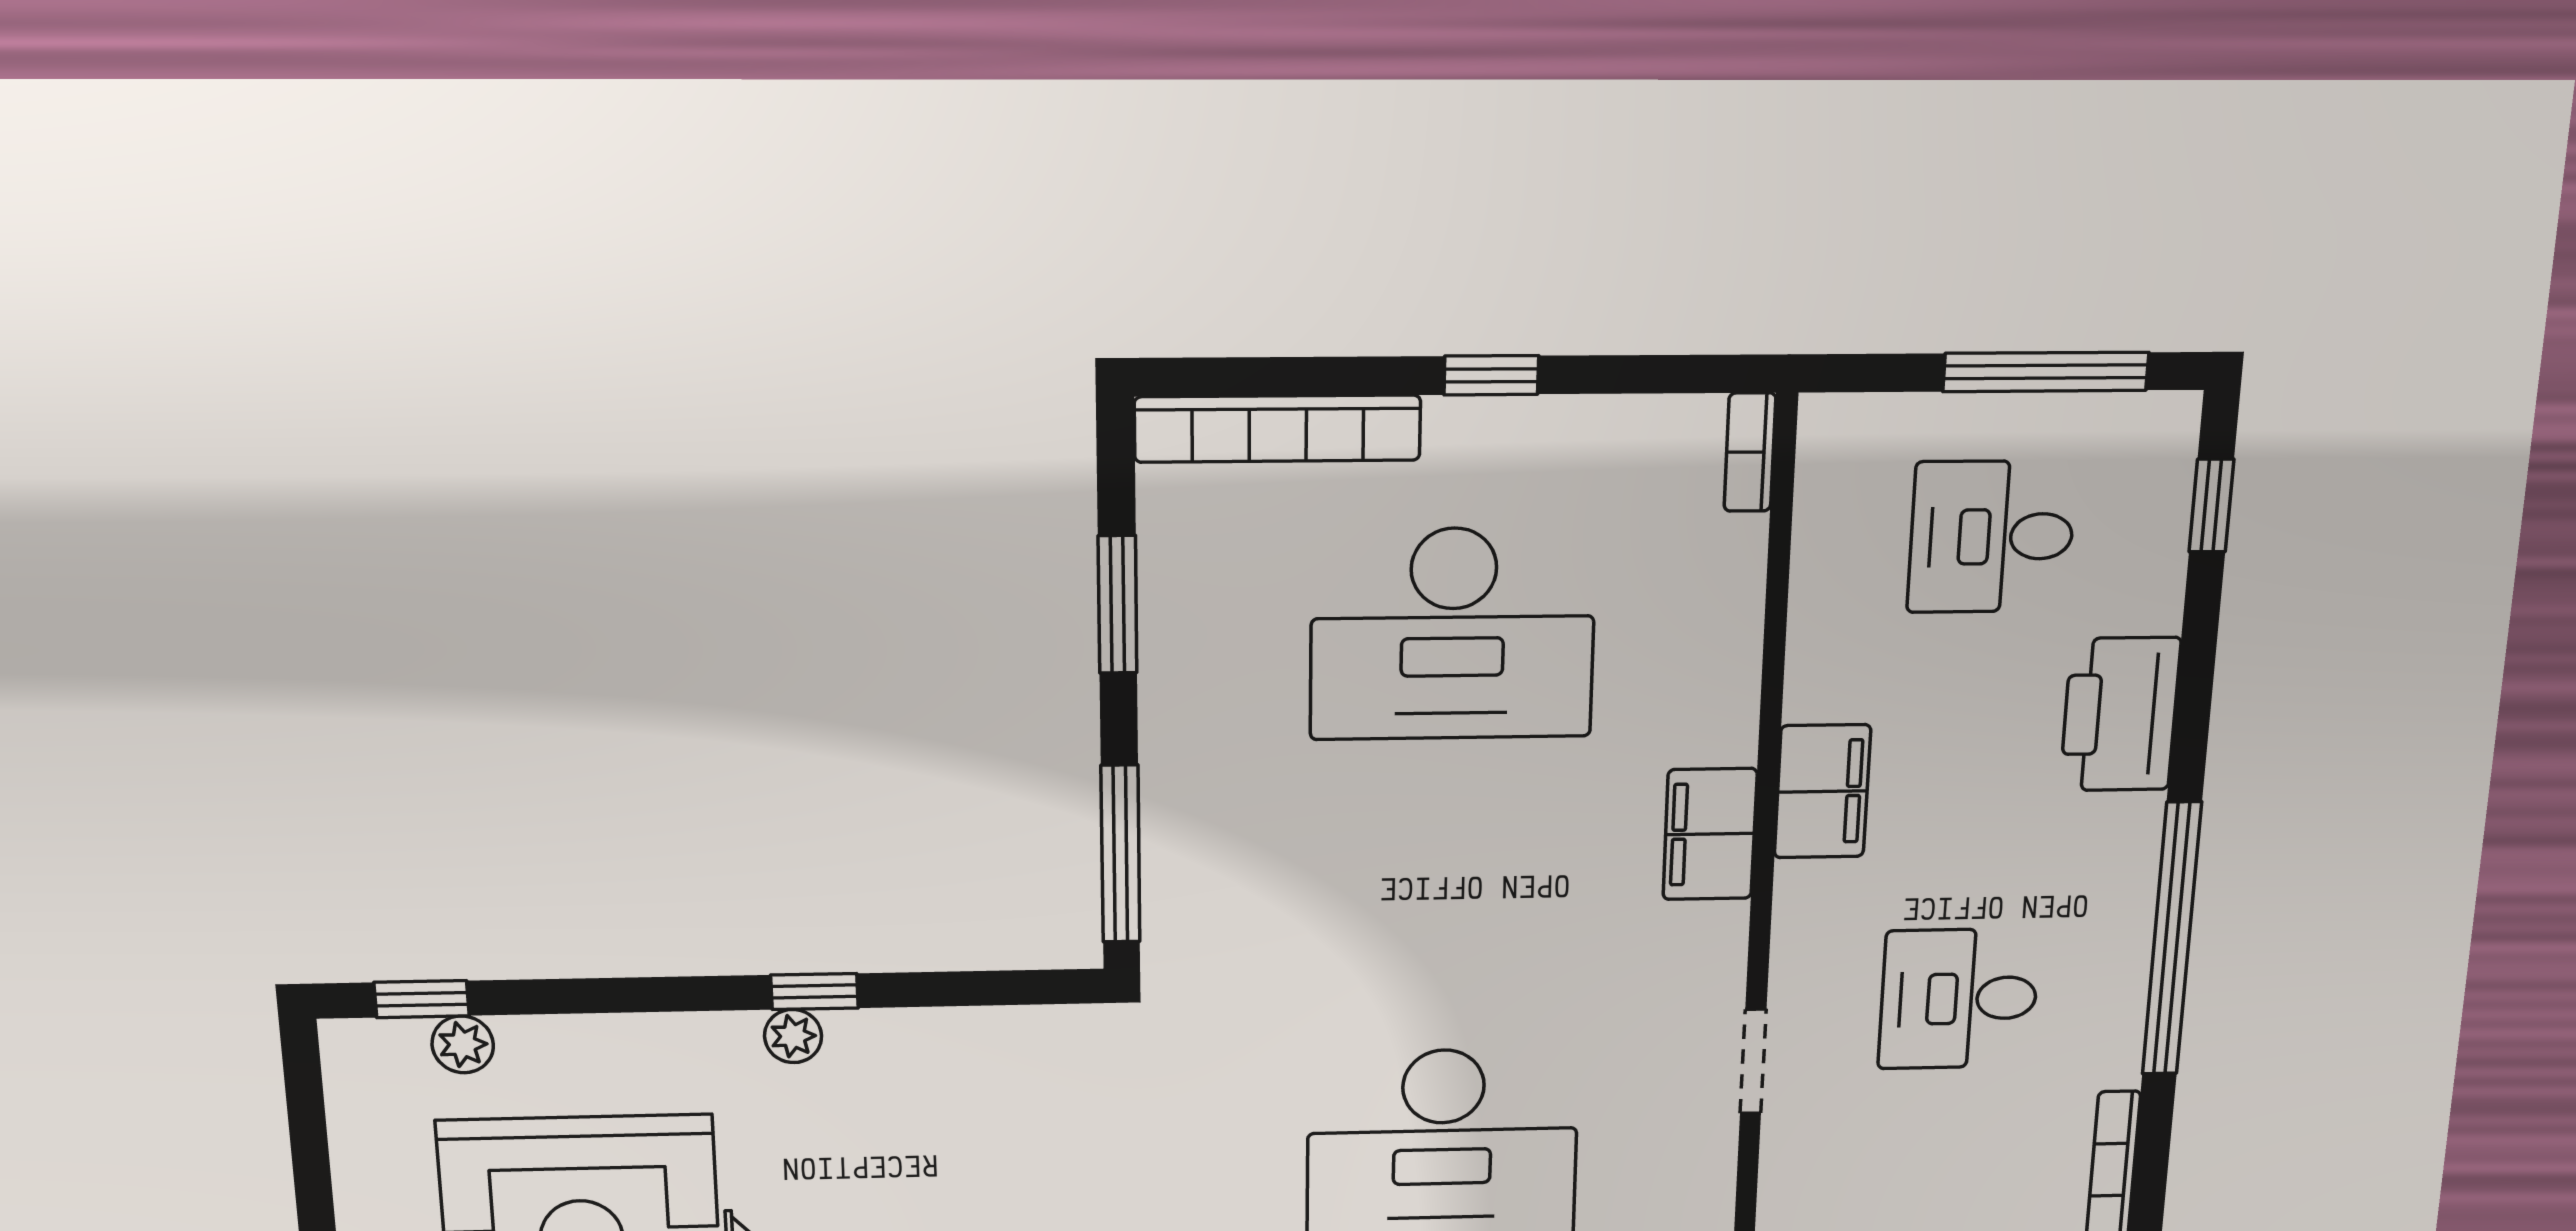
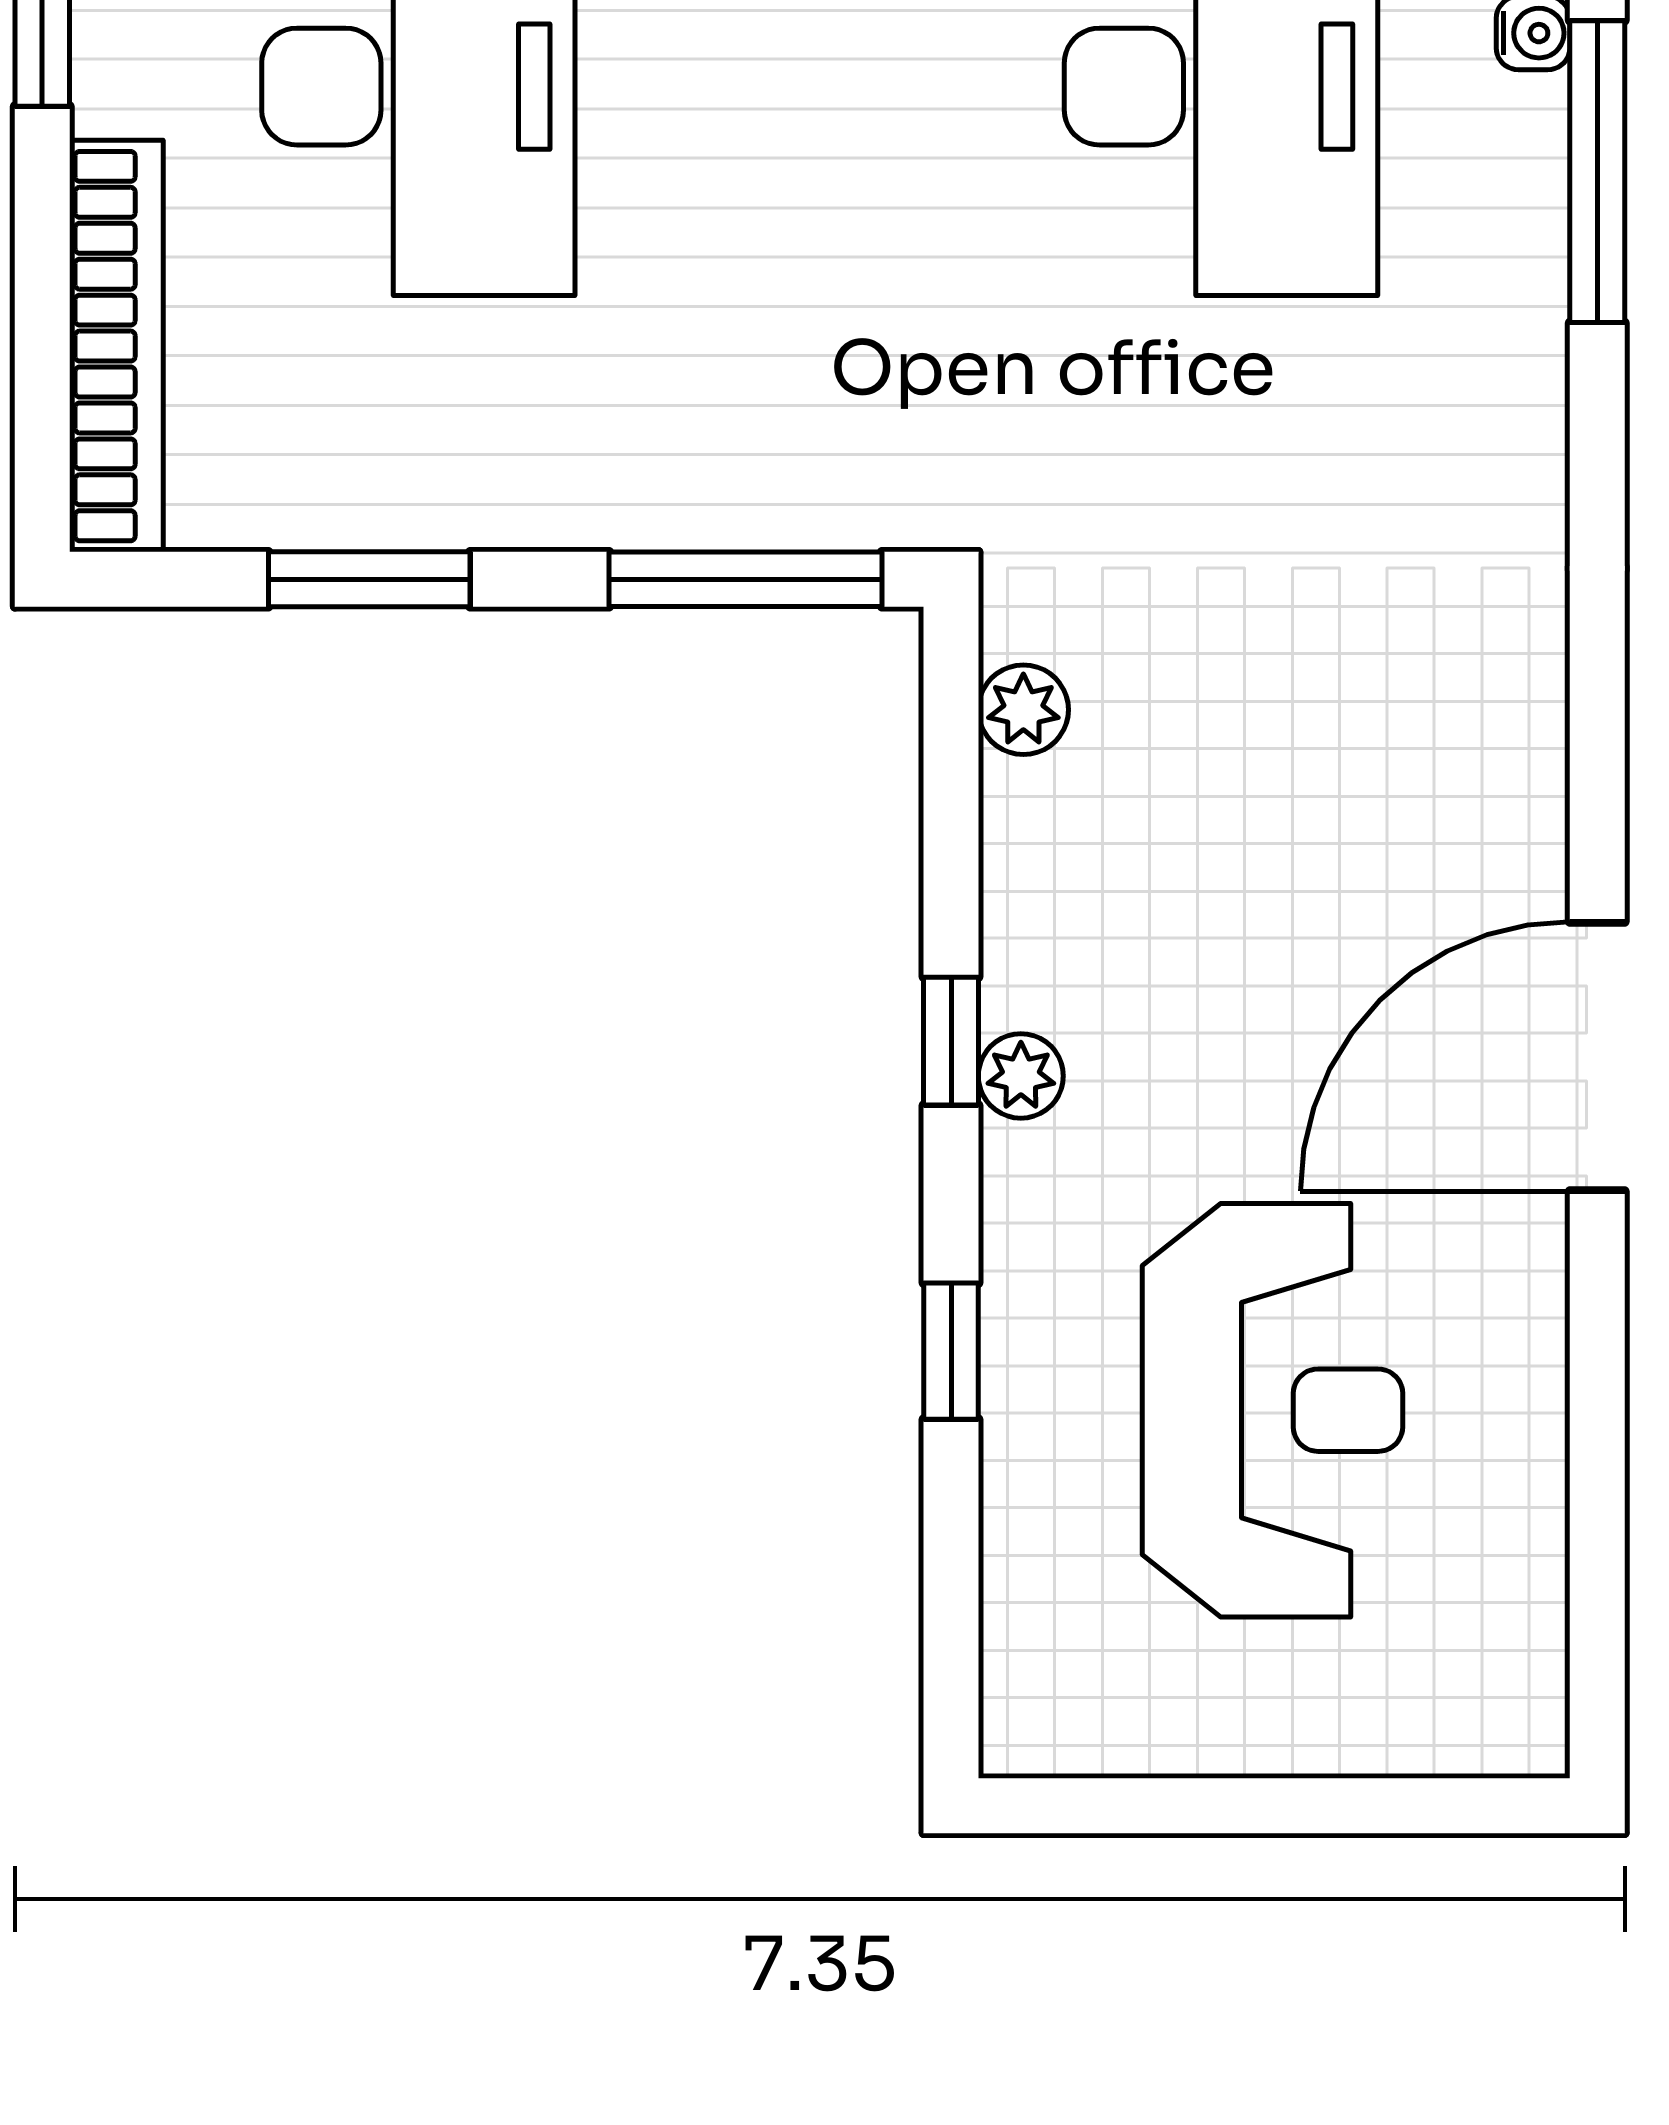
window: (422, 999) -> (951, 1351), moved
plant: (463, 1044) -> (1023, 710), moved

